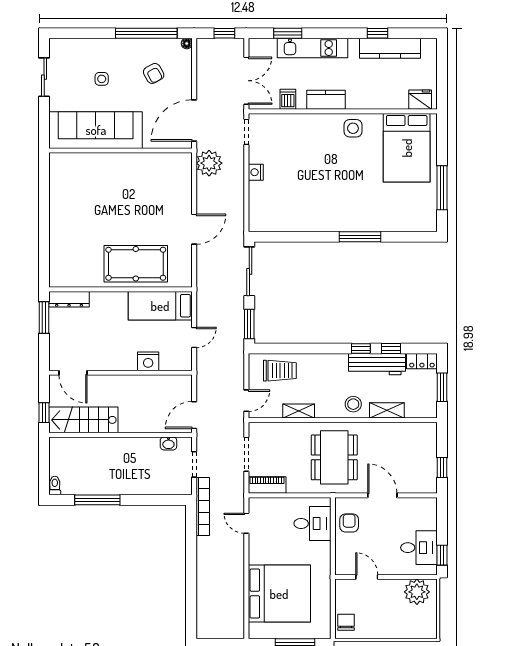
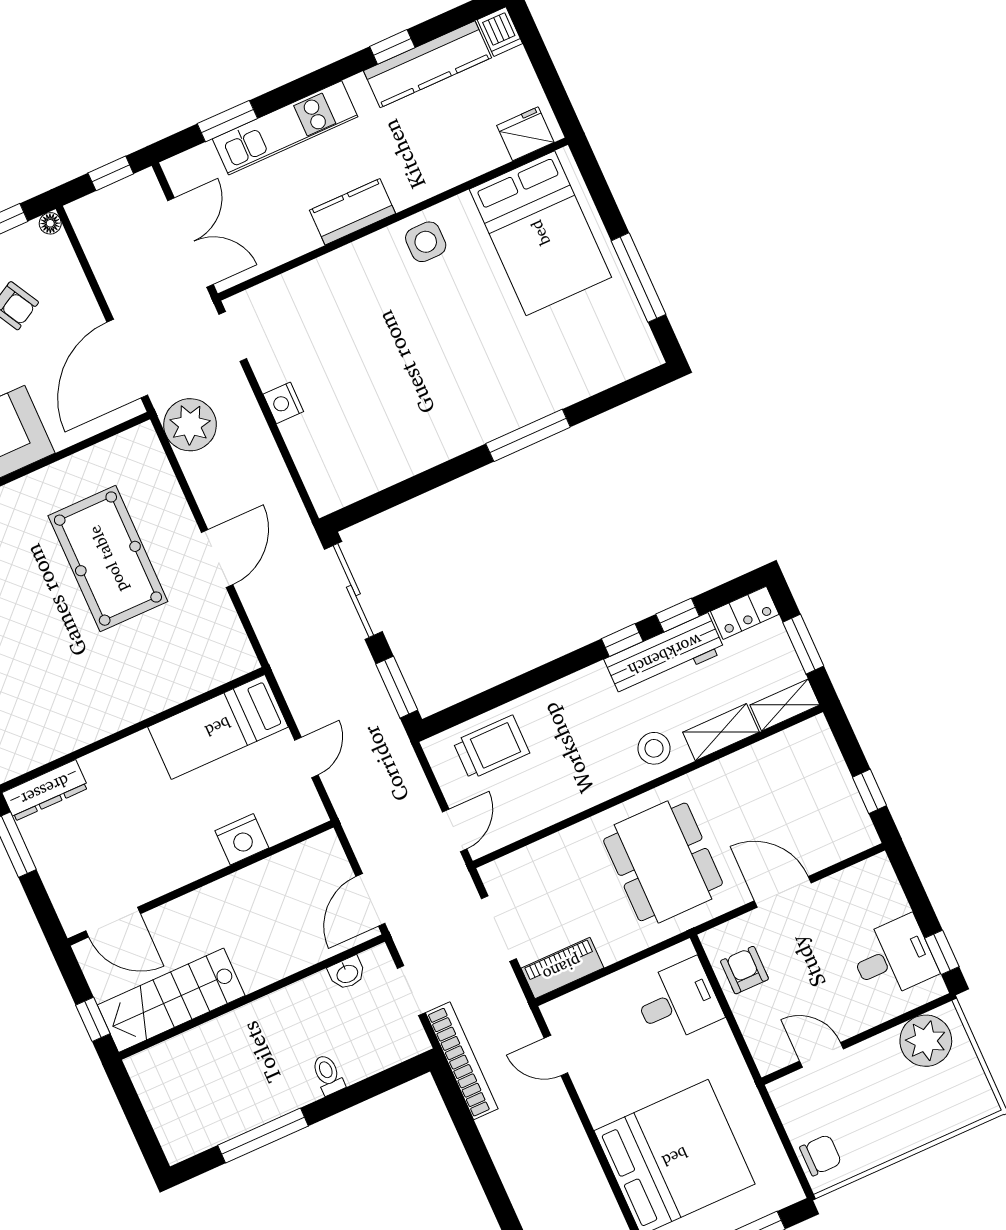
dishwasher: (288, 99) -> (500, 32), moved, turned 180
pool table: (136, 264) -> (108, 559), moved, turned 90
shelving: (299, 411) -> (785, 705), moved
toilet: (55, 485) -> (328, 1075), moved
chair: (346, 622) -> (821, 1155), turned 90

